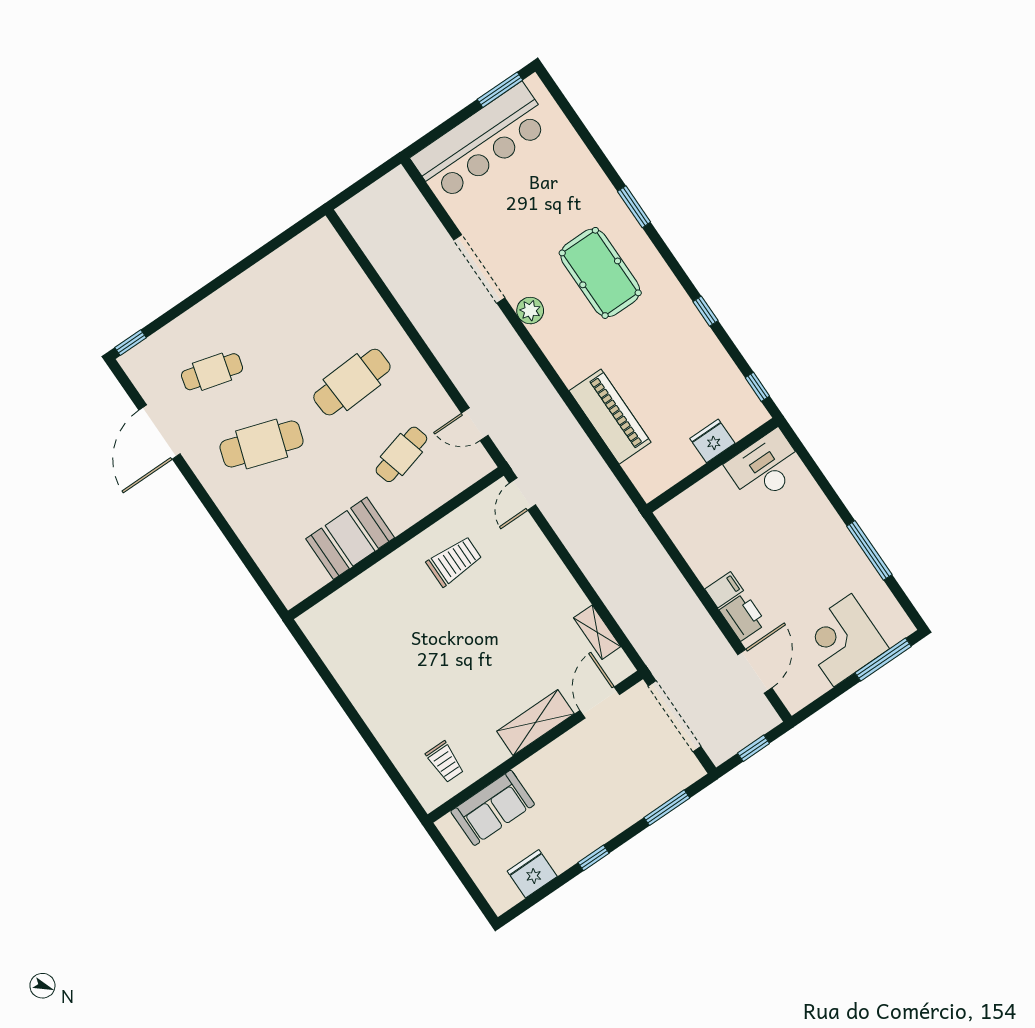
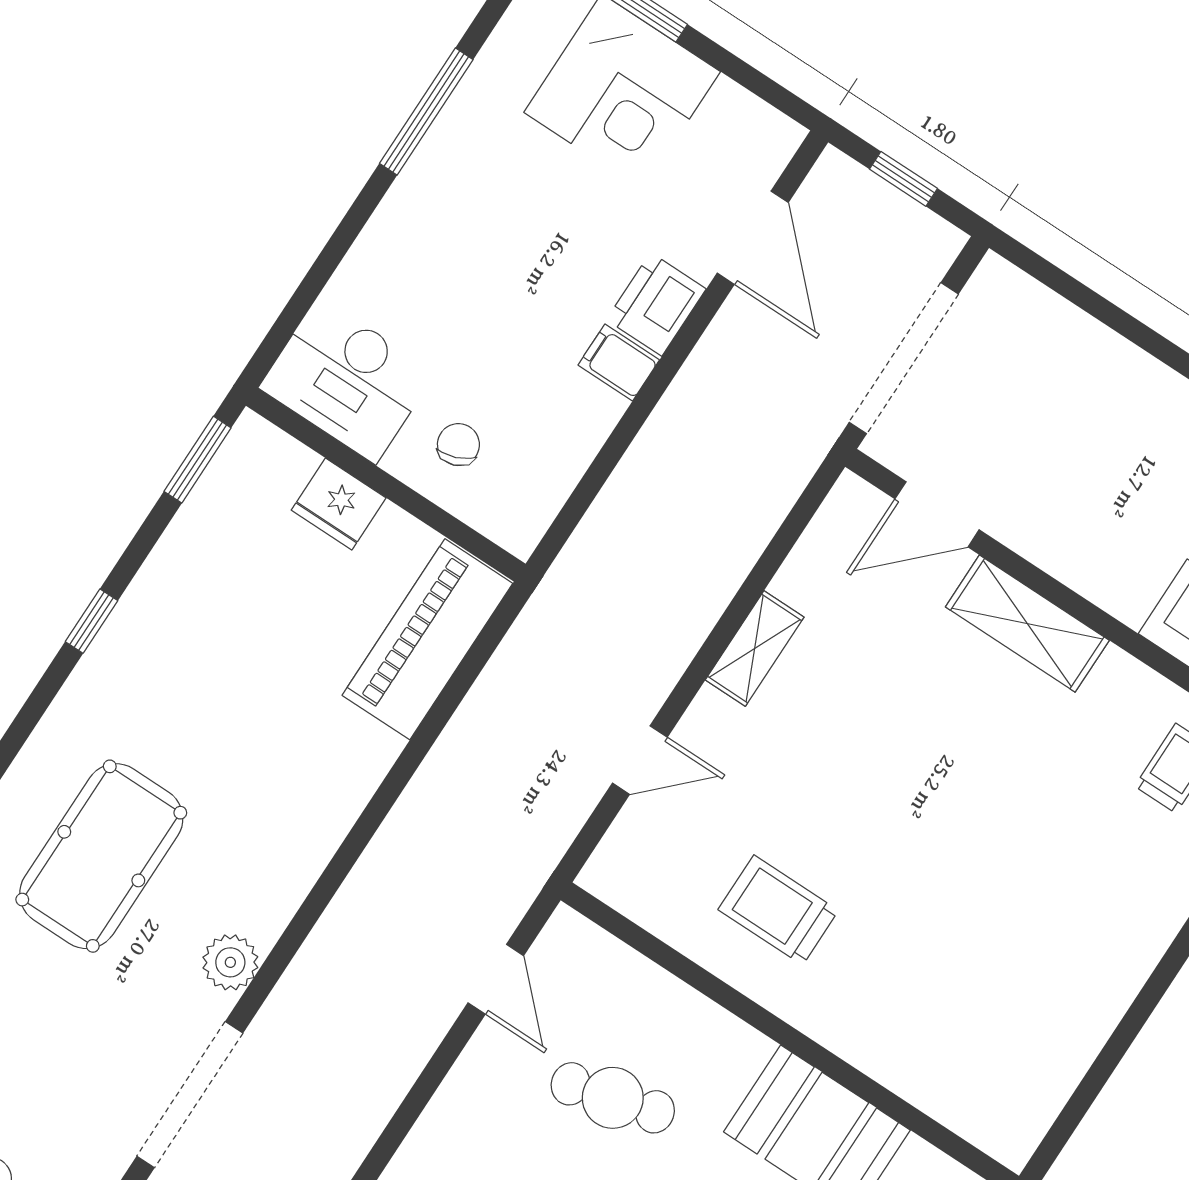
window: (757, 387) -> (198, 460), width x1.50
piano: (610, 417) -> (427, 639), moved
door: (522, 494) -> (640, 760), moved
chair: (717, 504) -> (458, 445), added
shelving: (597, 632) -> (755, 649), moved
door: (755, 671) -> (753, 238), swing flipped
window: (667, 808) -> (1088, 300), removed

